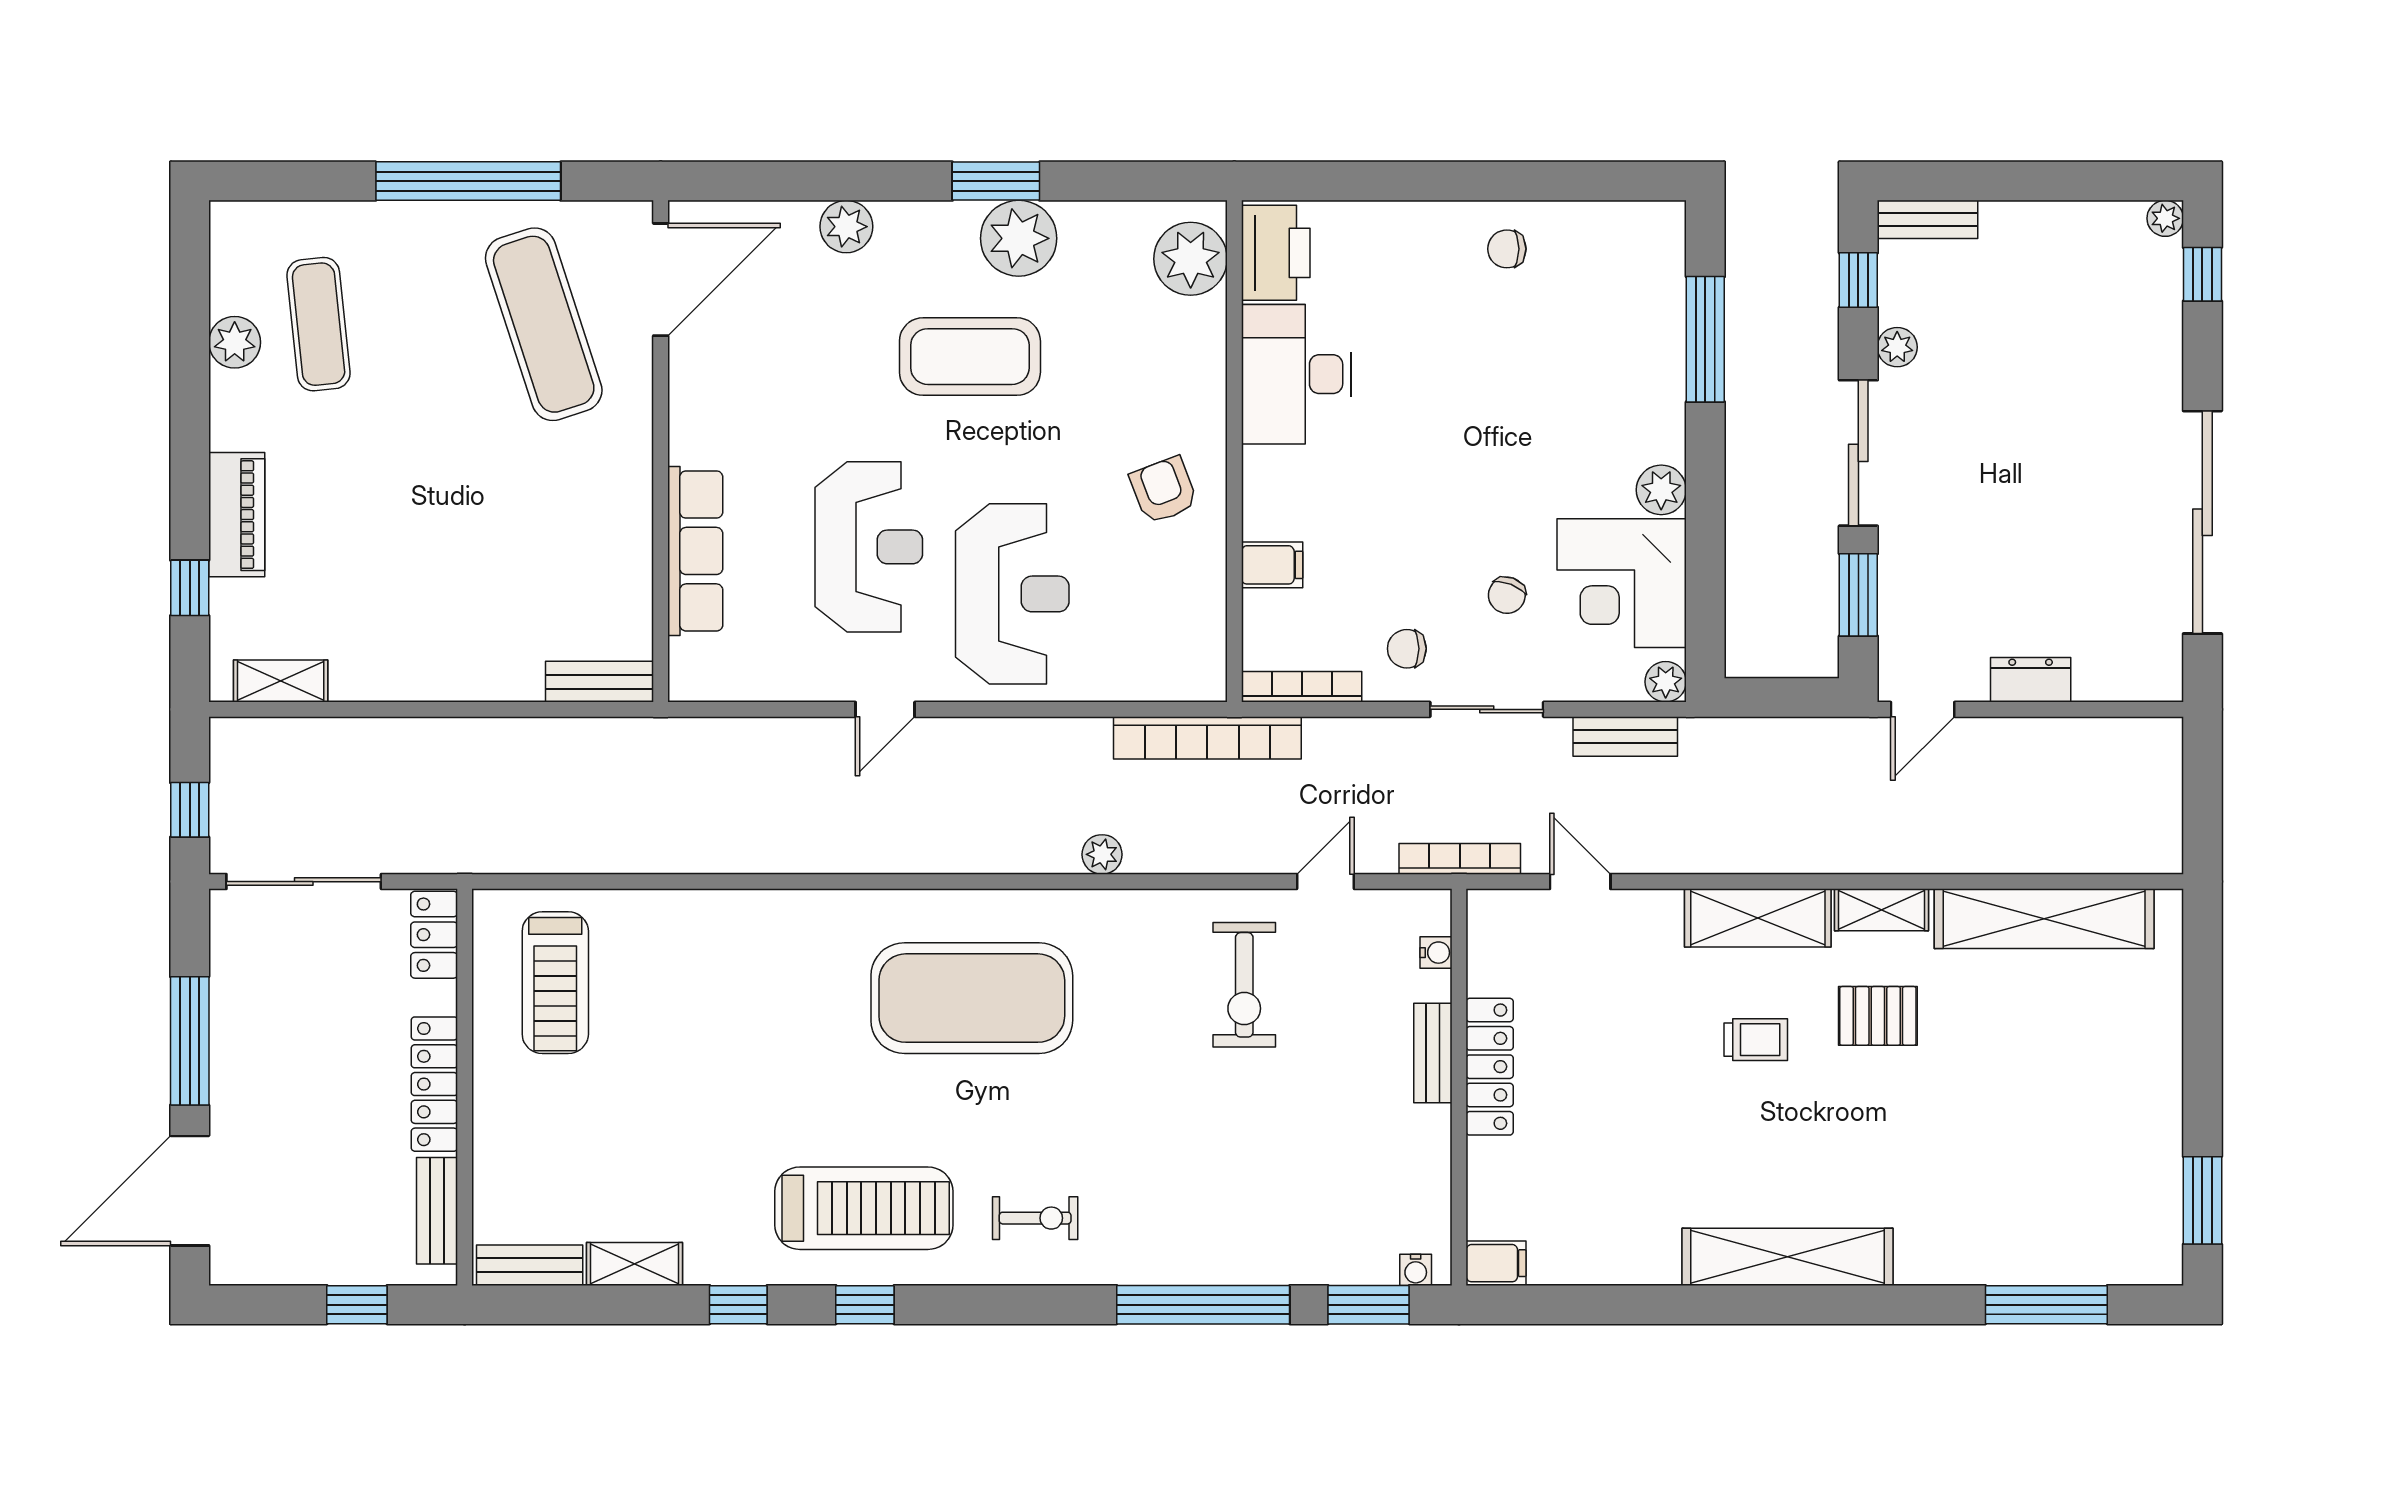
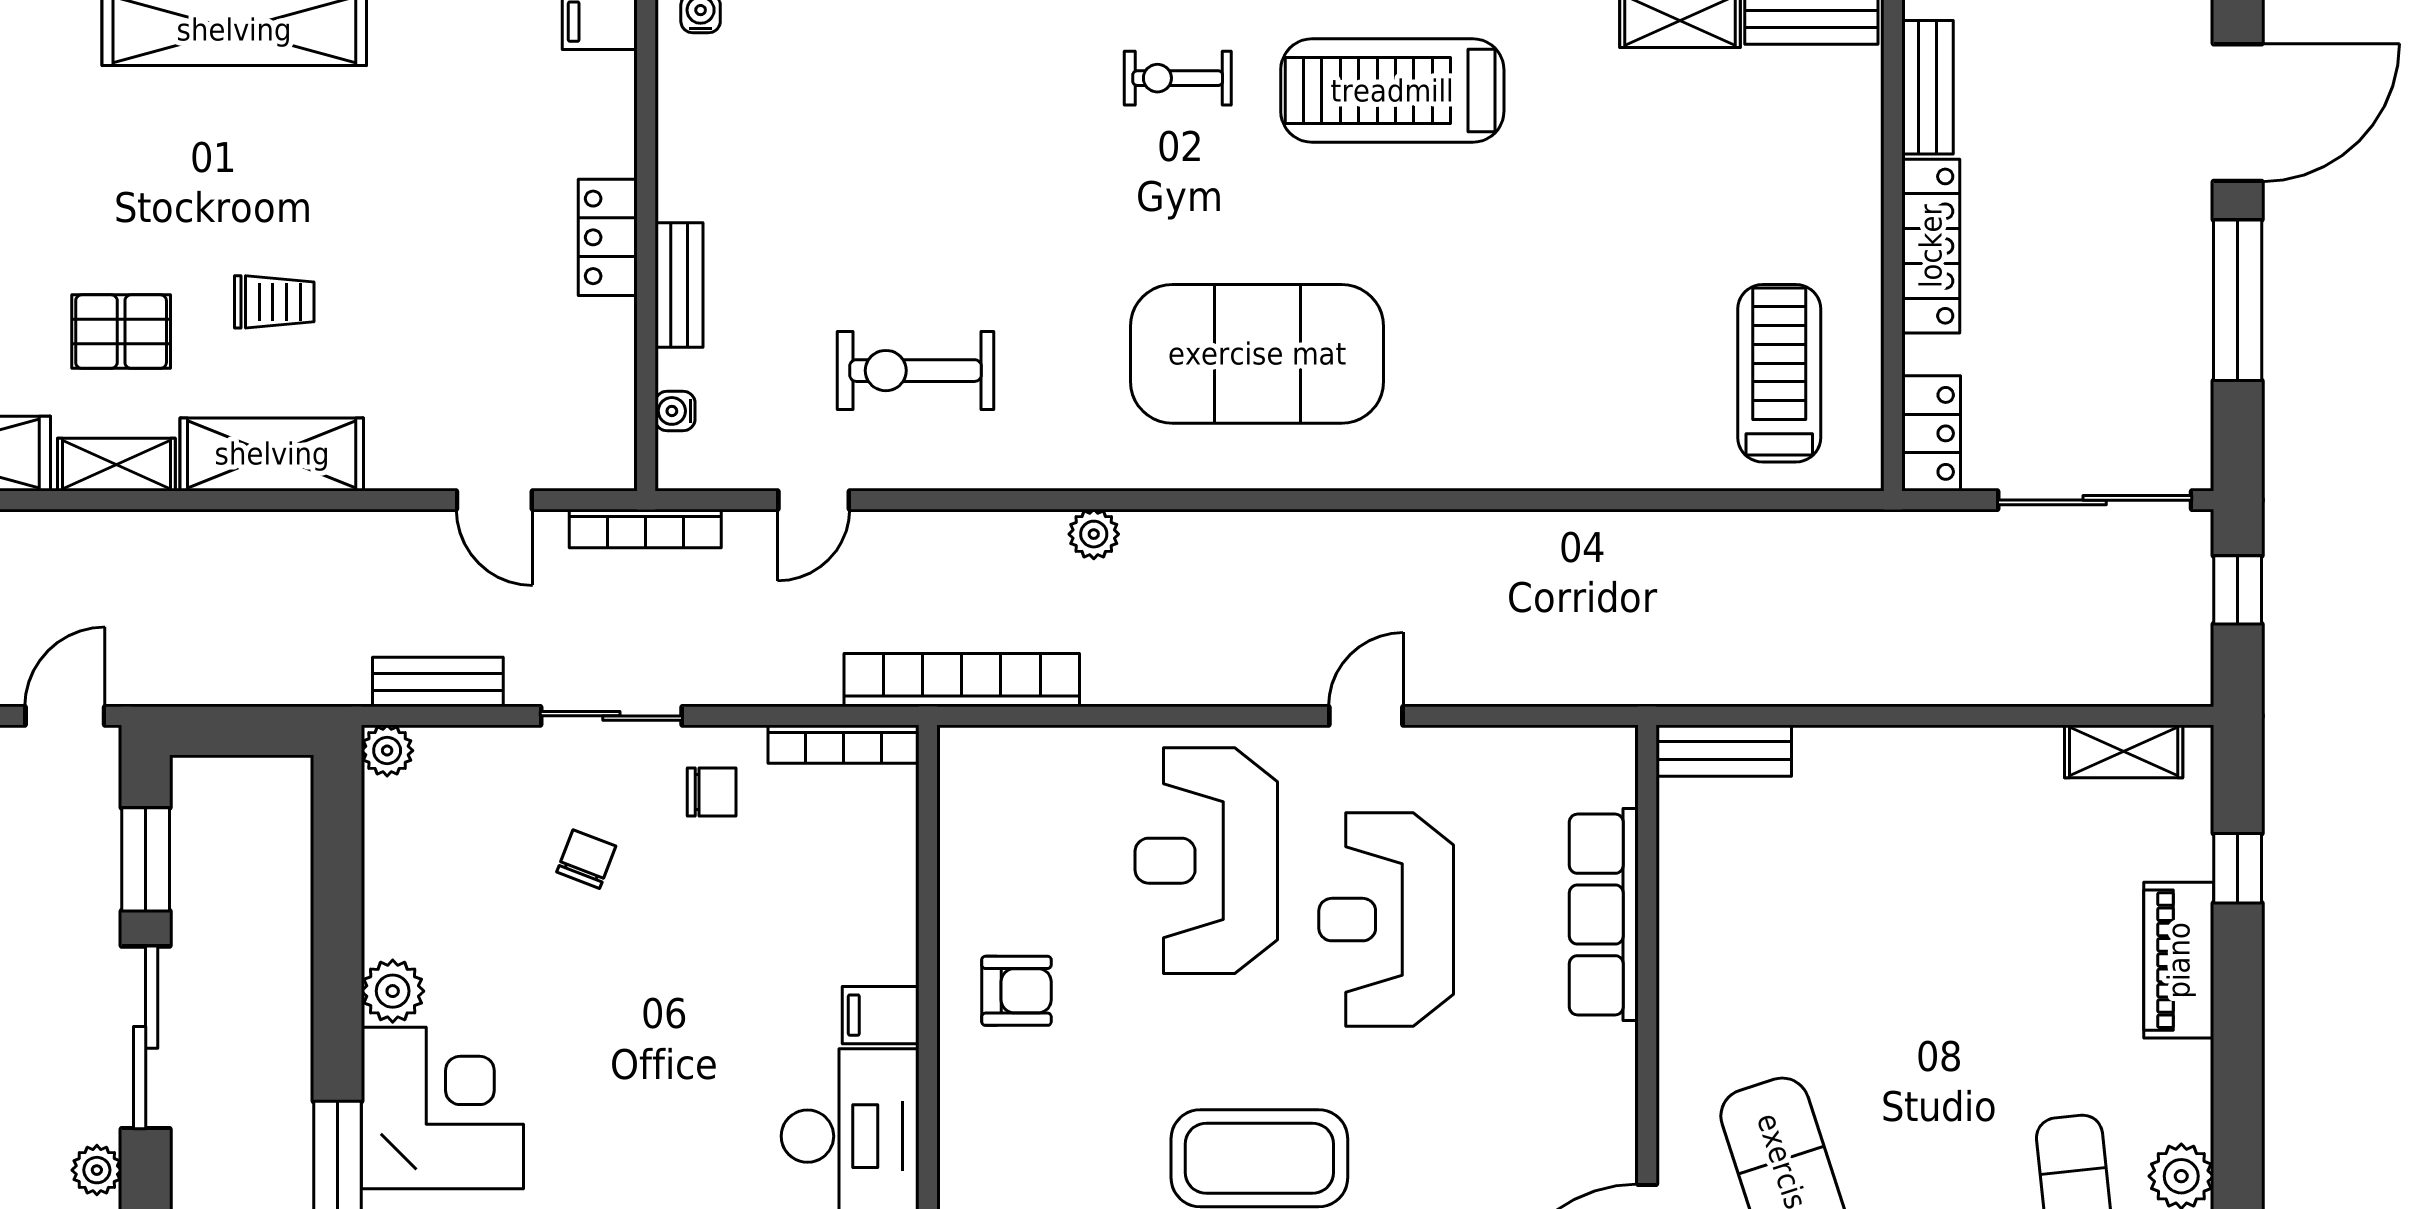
armchair: (1164, 490) -> (1016, 991), turned -69
filing cabinet: (1272, 565) -> (881, 1015), moved
corner desk: (1622, 583) -> (442, 1108), moved
exercise bike: (1244, 985) -> (915, 371), turned -90
trolley: (1756, 1040) -> (274, 302), turned 180
locker: (1490, 1067) -> (608, 237), width x0.66

